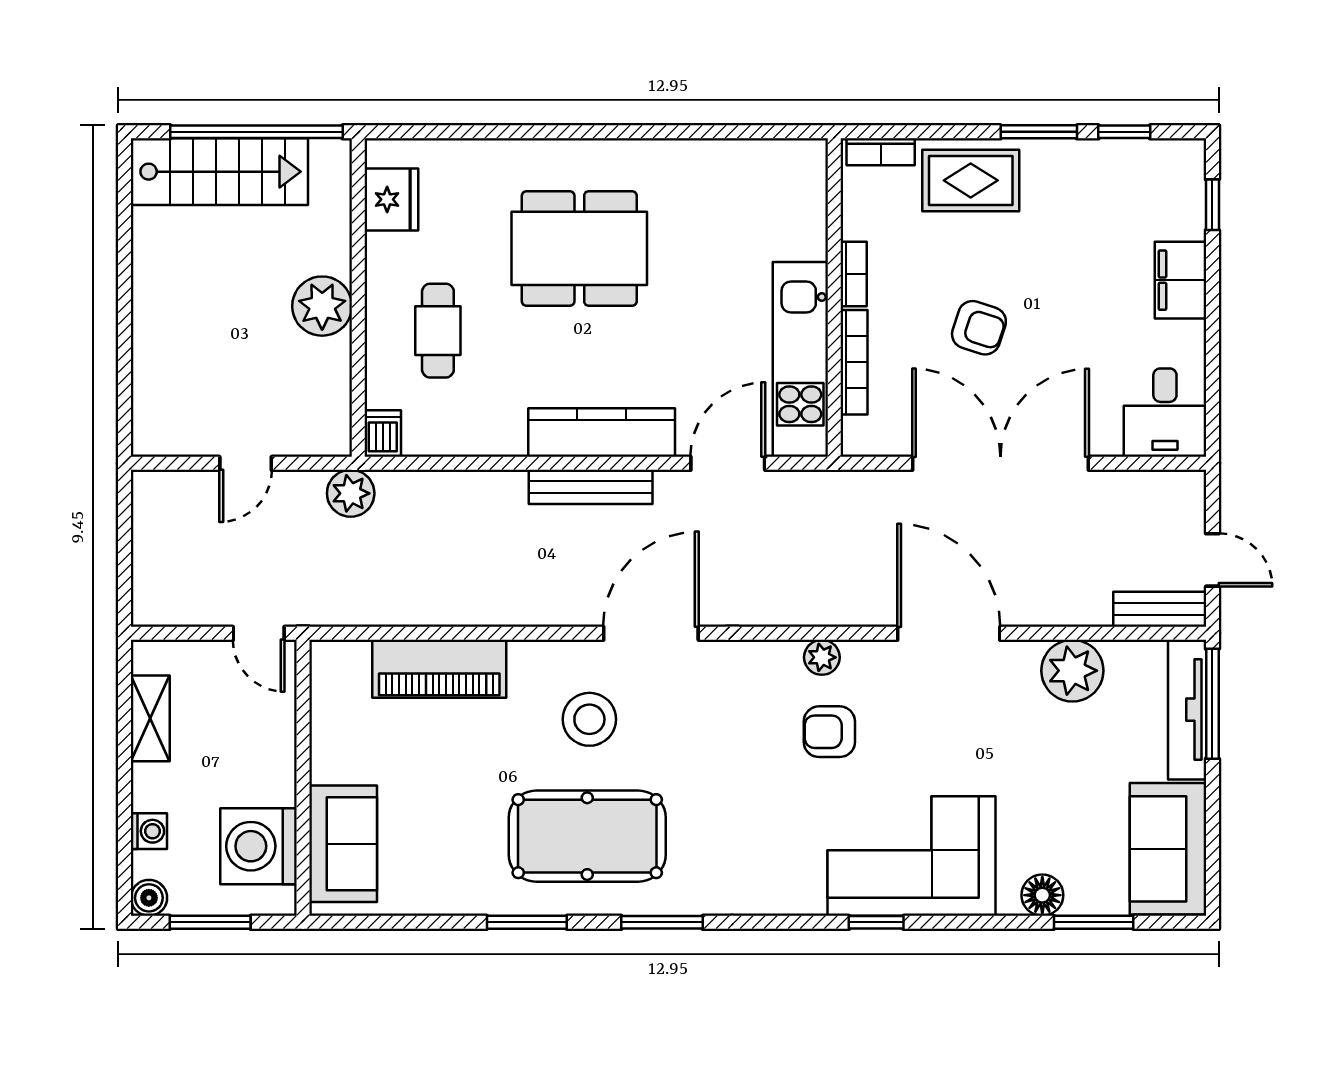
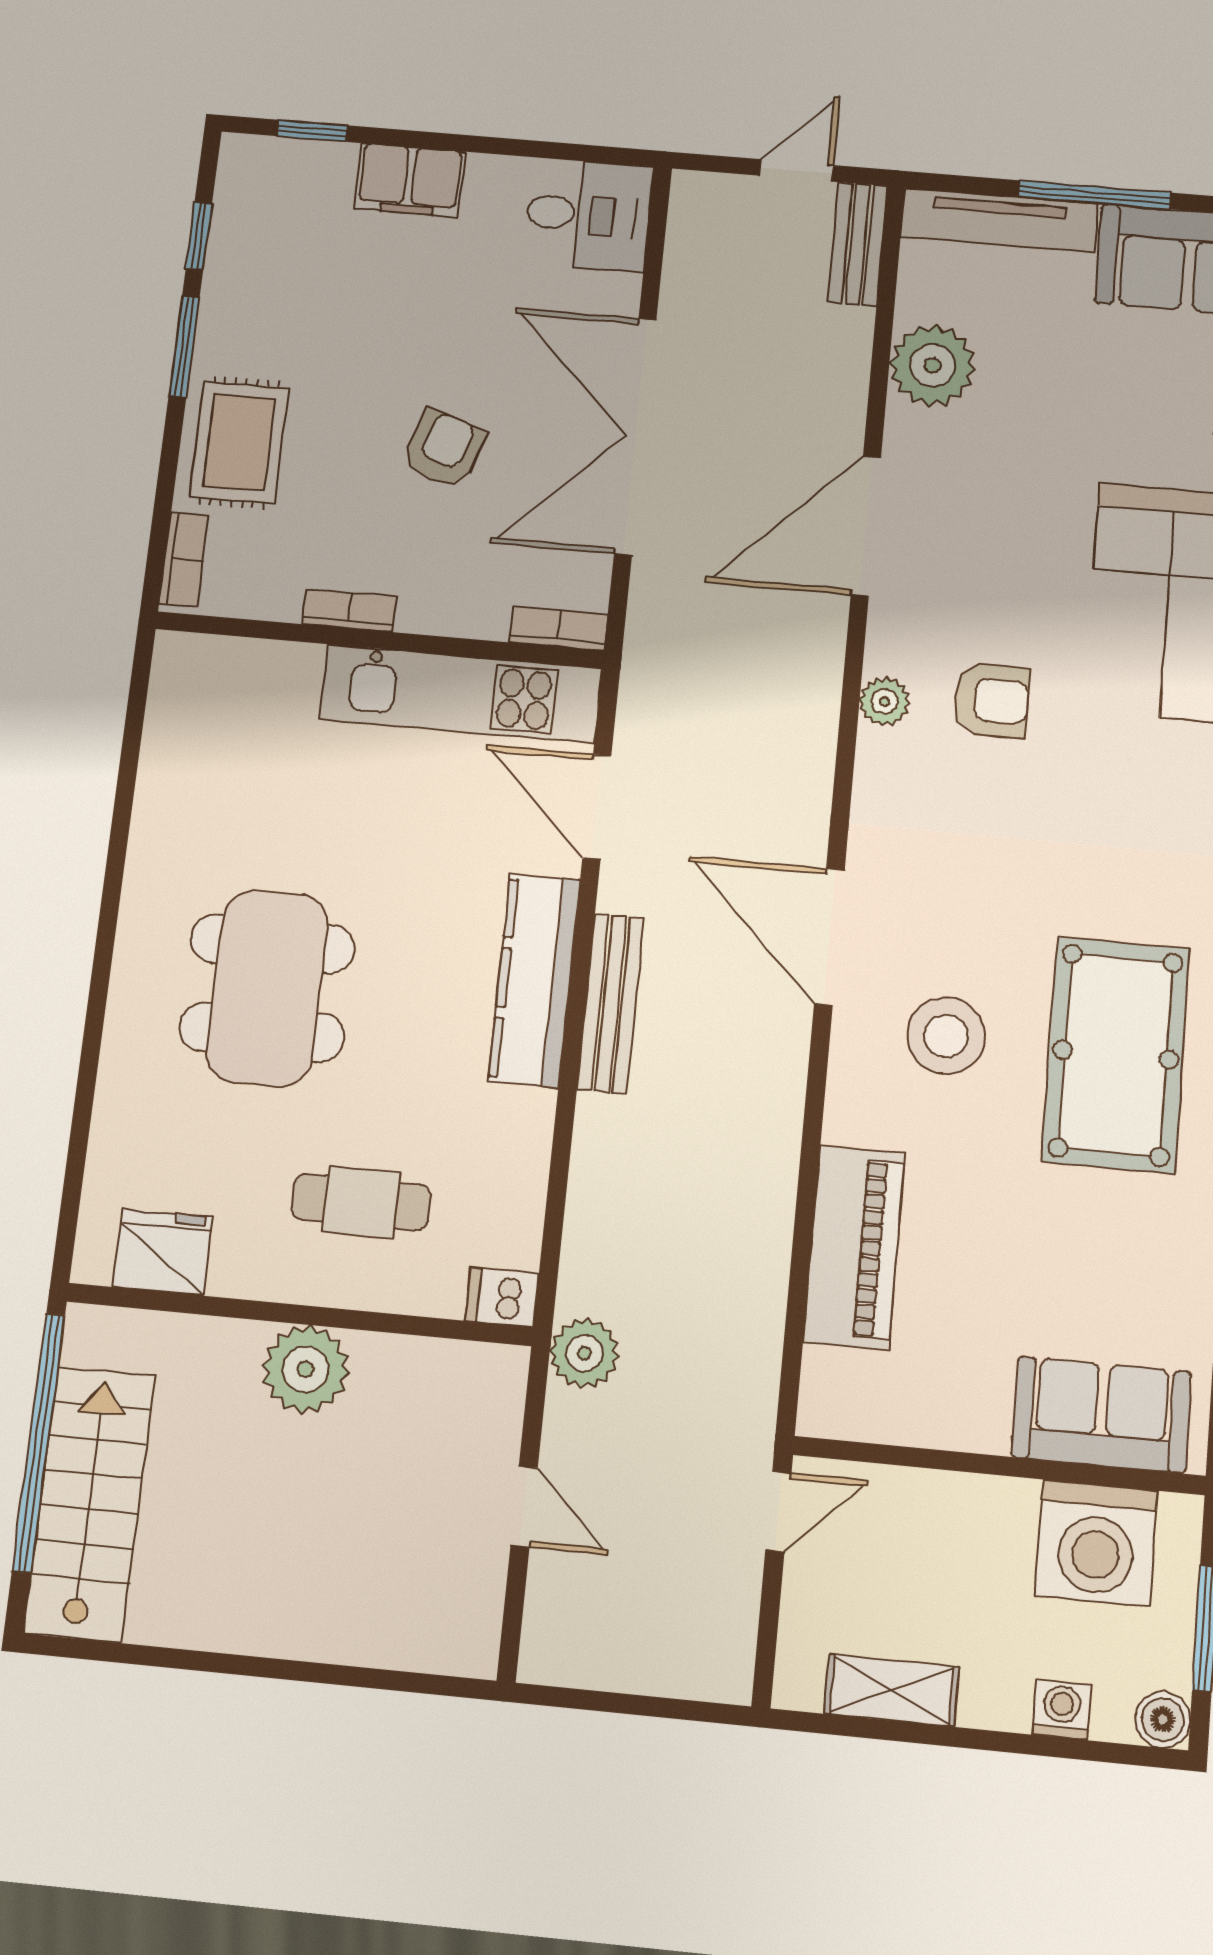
bookcase: (854, 362) -> (559, 628), moved, width x0.64
window: (1212, 704) -> (1095, 195), moved
armchair: (829, 732) -> (991, 700), turned -90

